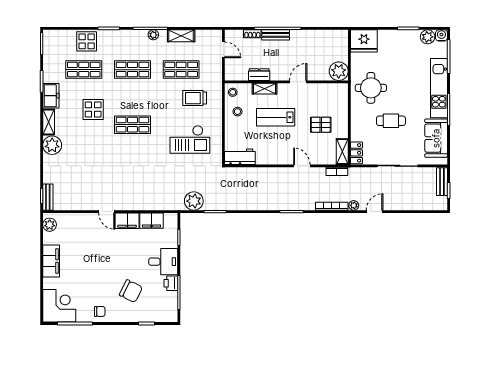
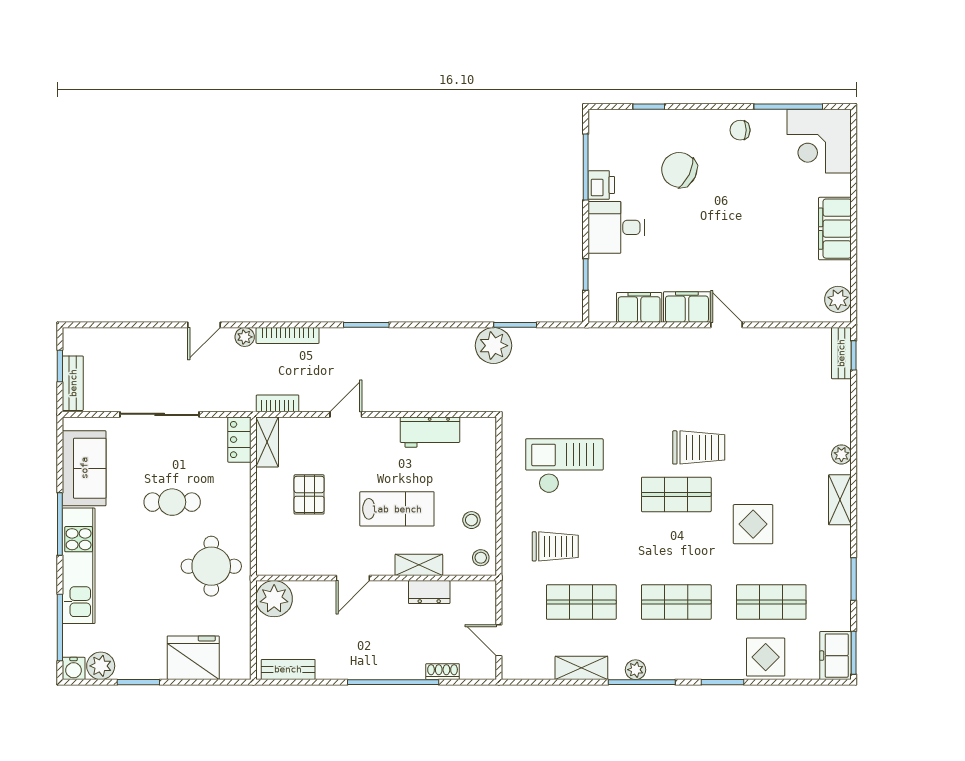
bench: (276, 35) -> (288, 669), moved
fridge: (364, 41) -> (193, 658), moved
freezer: (51, 96) -> (835, 656), moved
pallet: (321, 125) -> (309, 494), turned 90
plant: (52, 145) -> (841, 454), width x0.53, depth x0.53
trolley: (121, 149) -> (699, 447), added
workbench: (240, 157) -> (430, 432), moved
door: (302, 166) -> (346, 414), swing flipped
plant: (194, 201) -> (494, 346), moved

